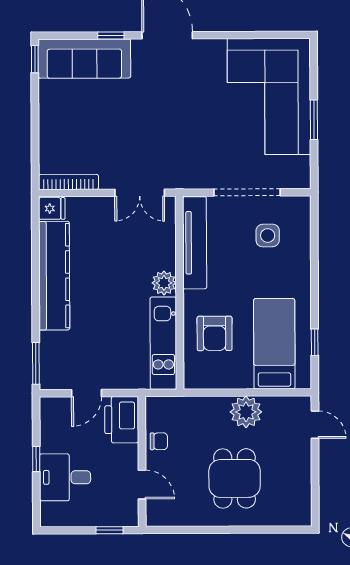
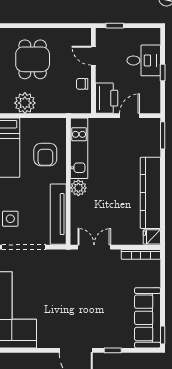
sofa: (84, 59) -> (148, 318), moved, turned -90
armchair: (215, 333) -> (45, 155), turned 180

